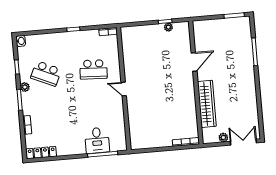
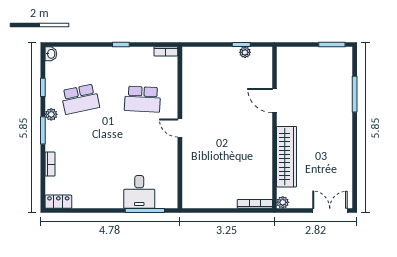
door: (194, 62) -> (274, 101), swing flipped
school desk: (46, 74) -> (80, 99), turned -36
plant: (223, 137) -> (283, 202), moved
locker: (41, 153) -> (58, 202), width x0.66

